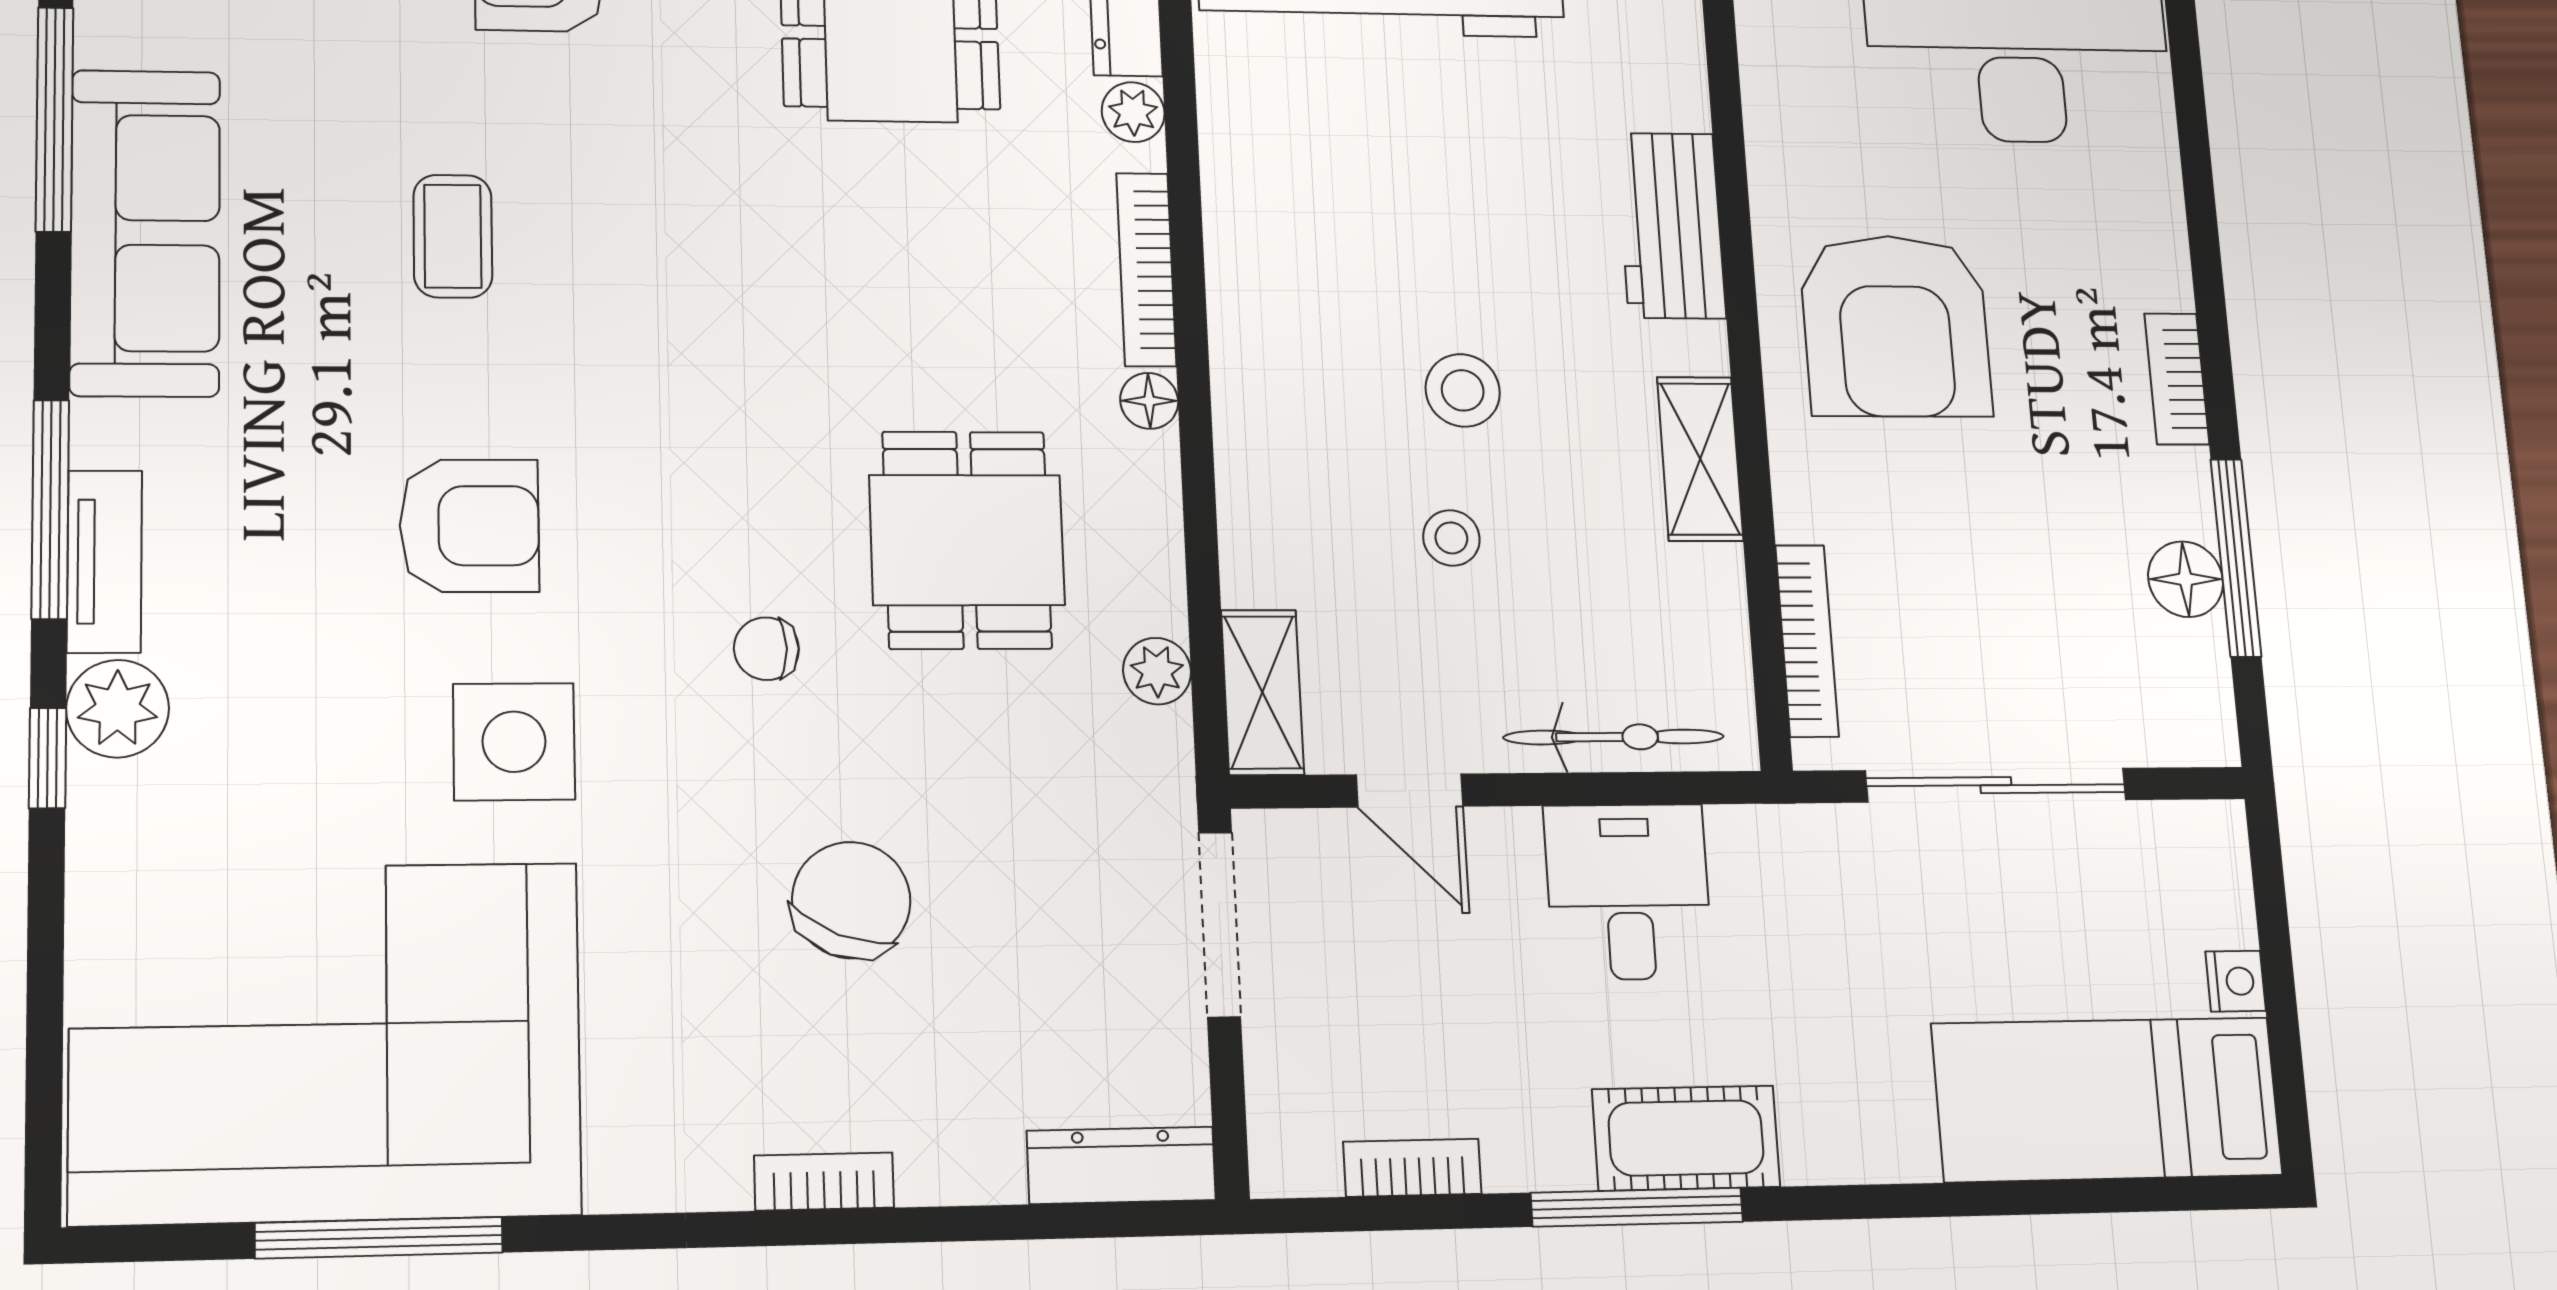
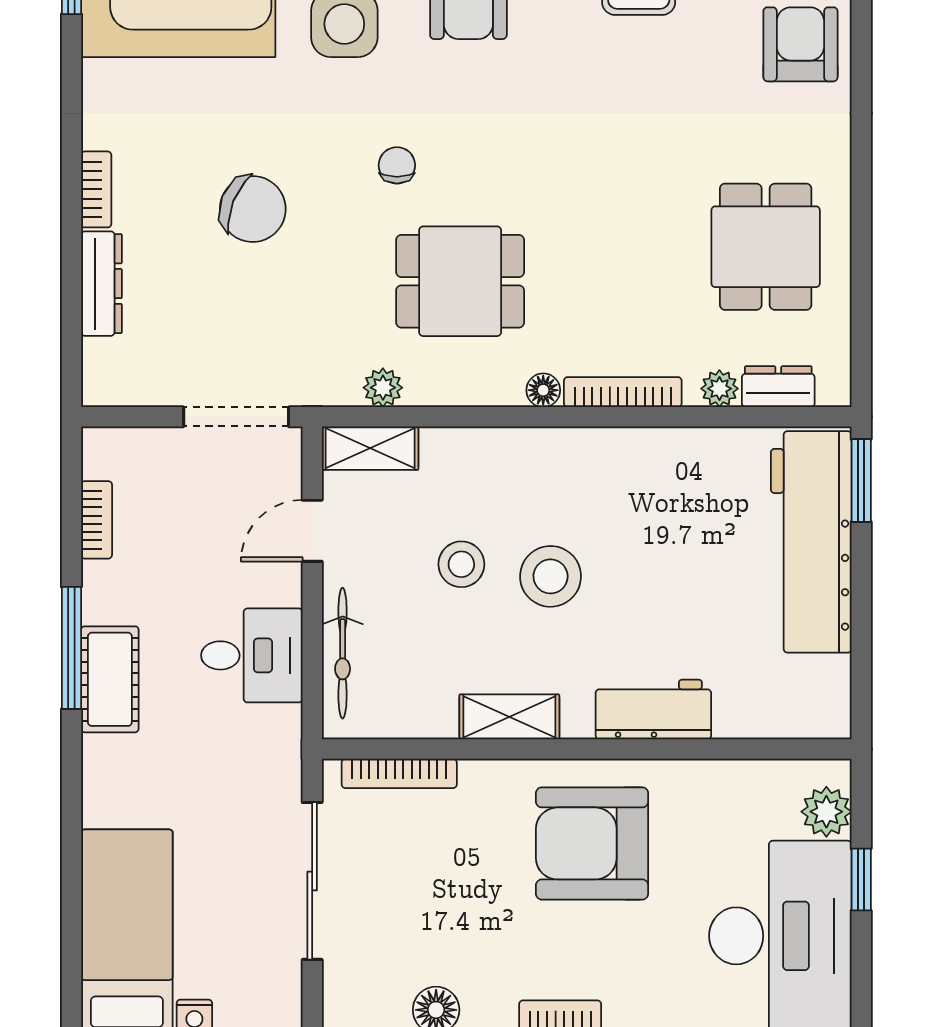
stool: (1463, 390) -> (551, 576), width x1.38, depth x1.38
stool: (1451, 538) -> (461, 564), width x1.37, depth x1.37
dresser: (1121, 1165) -> (101, 284), moved

